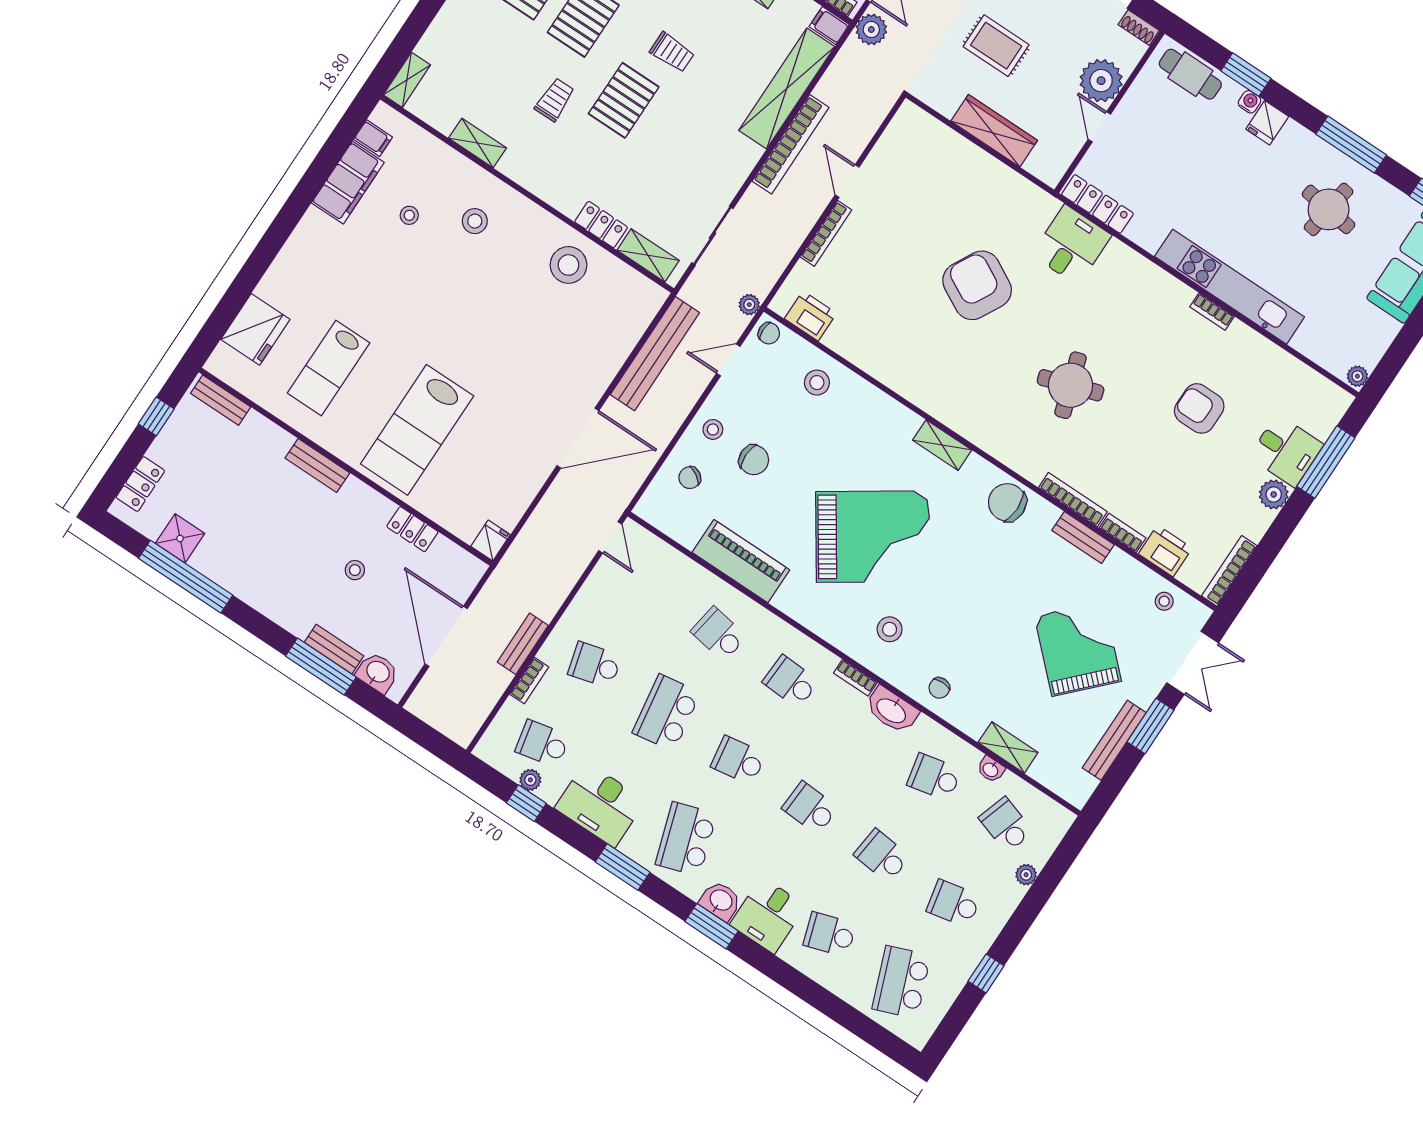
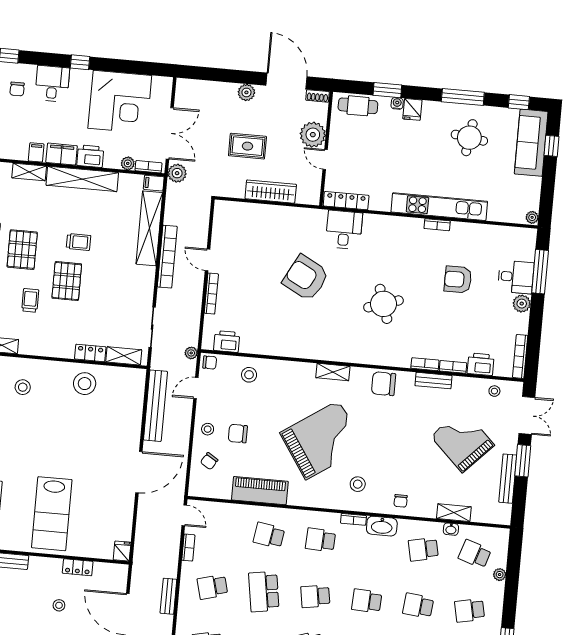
chair: (754, 460) -> (238, 434), turned 180
bookcase: (1073, 500) -> (425, 364), width x0.64
bookcase: (529, 680) -> (188, 548), moved

